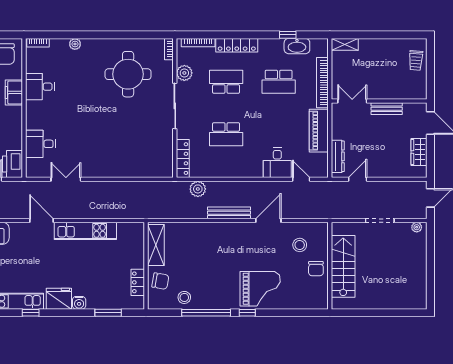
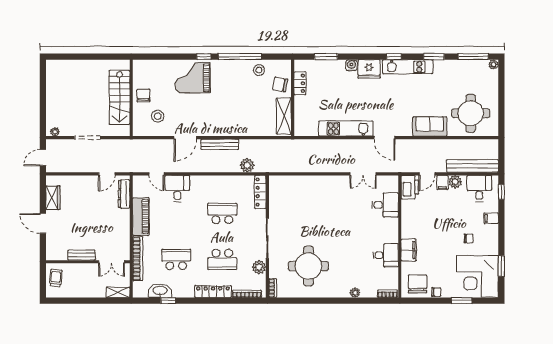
double door: (352, 101) -> (112, 262), moved
wall: (379, 101) -> (88, 262), moved
bench: (387, 109) -> (81, 255), moved

